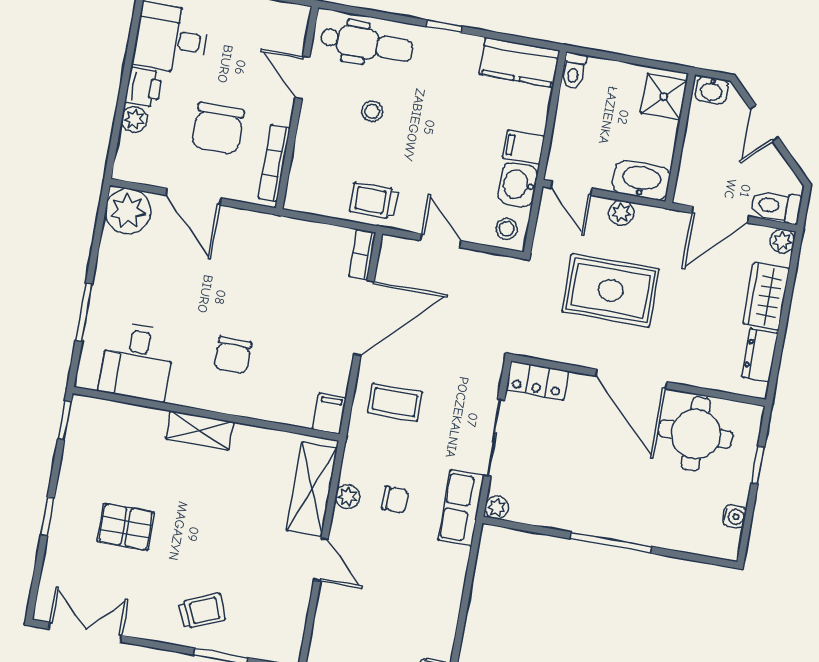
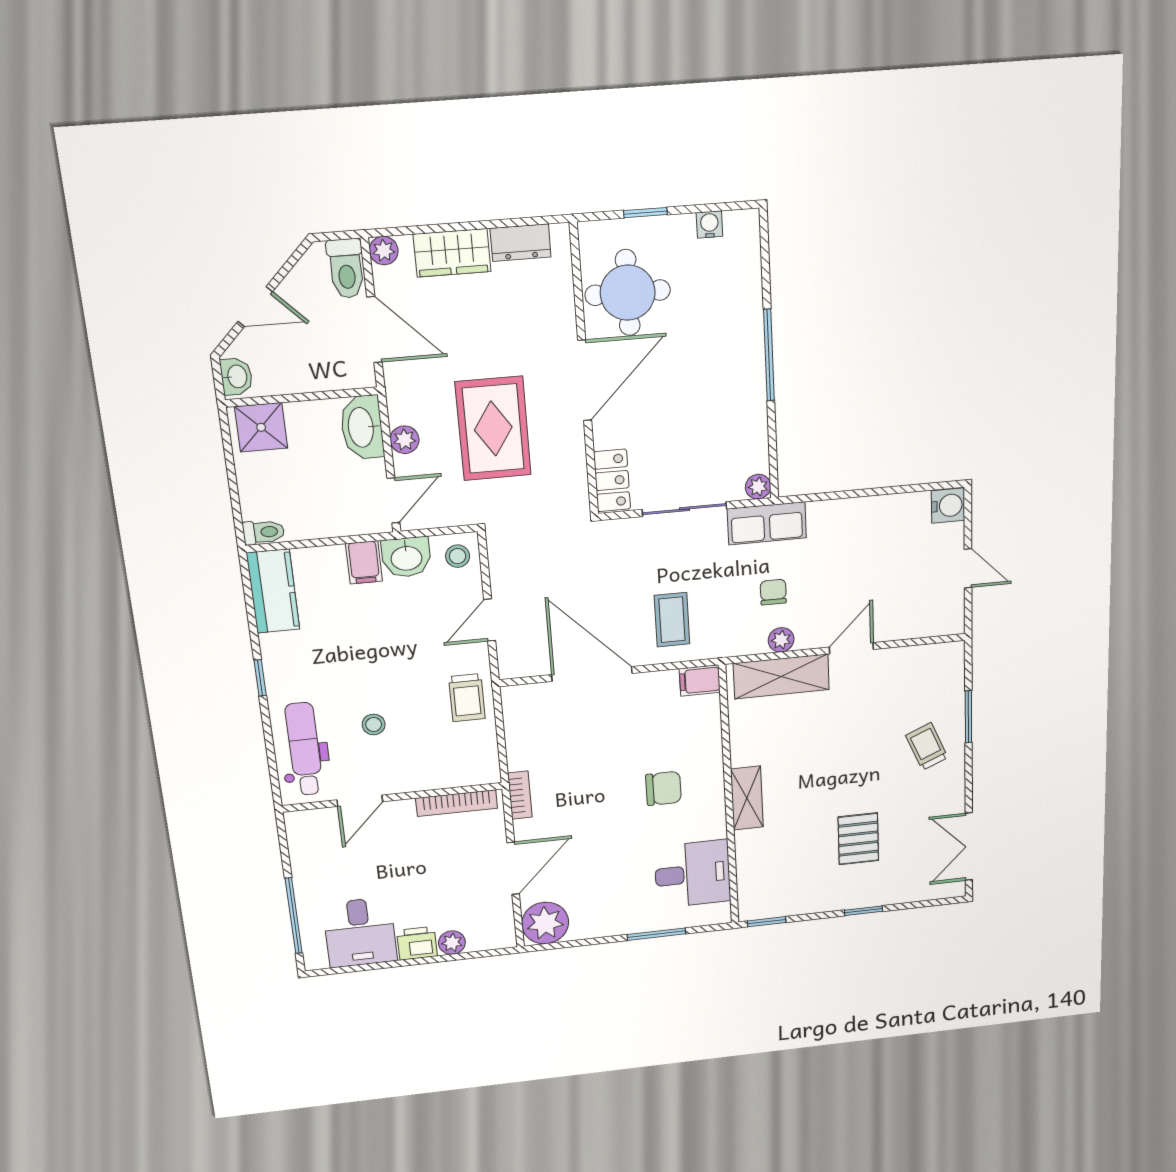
chair: (218, 128) -> (437, 865), removed
bookcase: (362, 254) -> (520, 795), moved, turned -90

